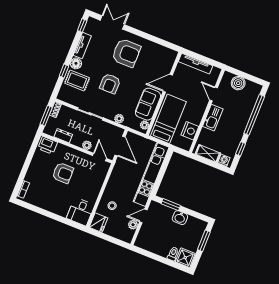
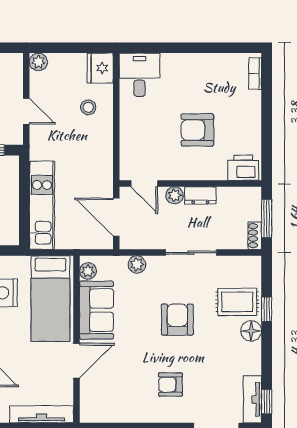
tv unit: (82, 46) -> (252, 399), moved
armchair: (126, 53) -> (171, 385), width x0.53, depth x0.53
dresser: (63, 136) -> (200, 196), moved
kitchen unit: (151, 174) -> (42, 205), width x0.73
door: (143, 216) -> (26, 111), hinge flipped
plant: (133, 225) -> (38, 62), moved

